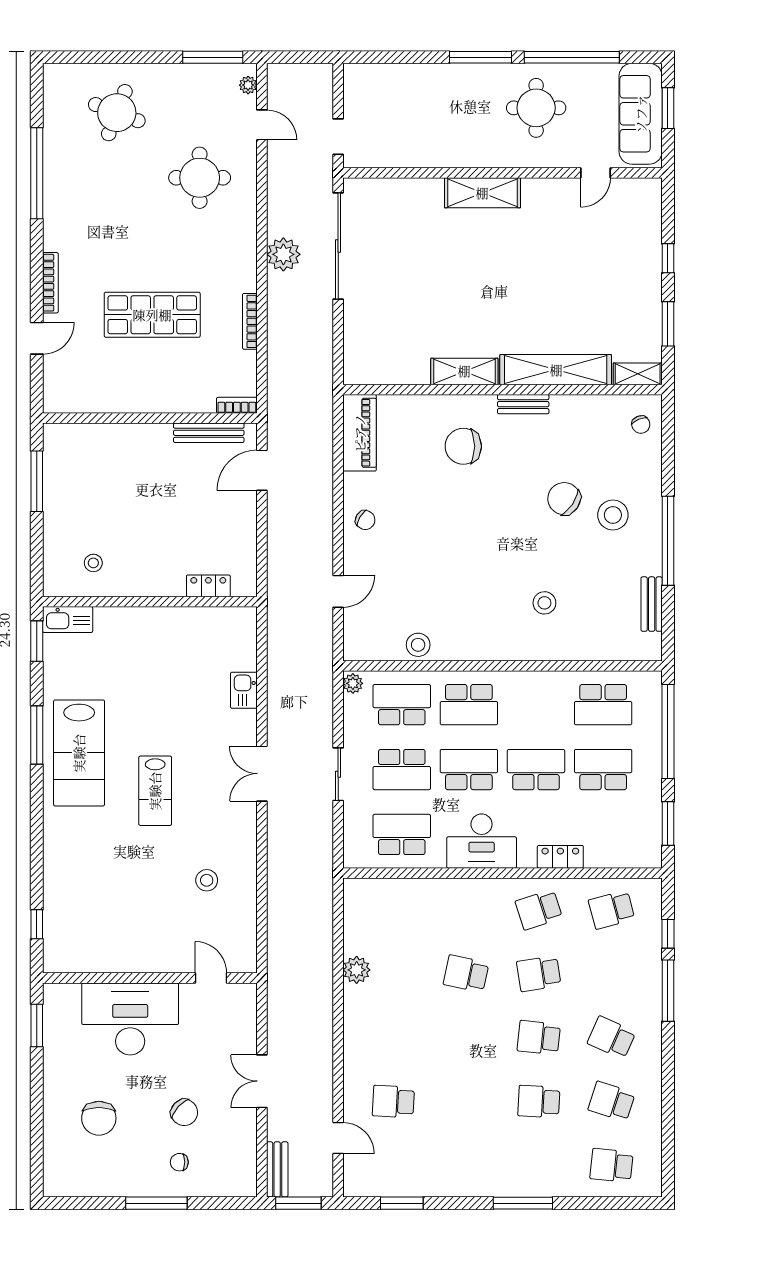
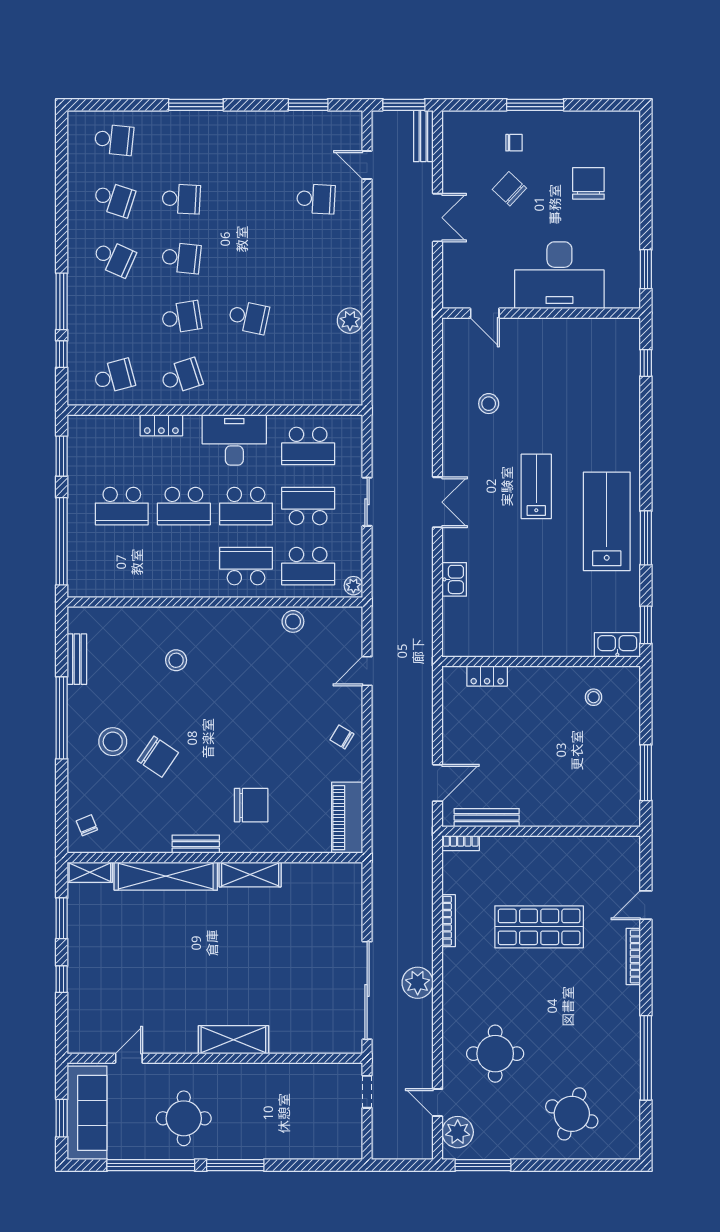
plant: (248, 85) -> (458, 1132), width x1.88, depth x1.88
school desk: (603, 705) -> (122, 566), removed

